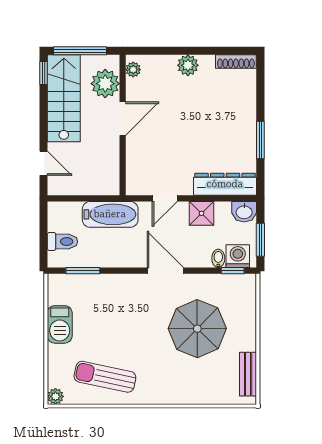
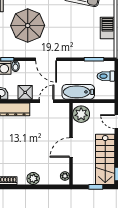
window: (80, 51) -> (96, 187), width x0.46
plant: (105, 84) -> (81, 114), moved

